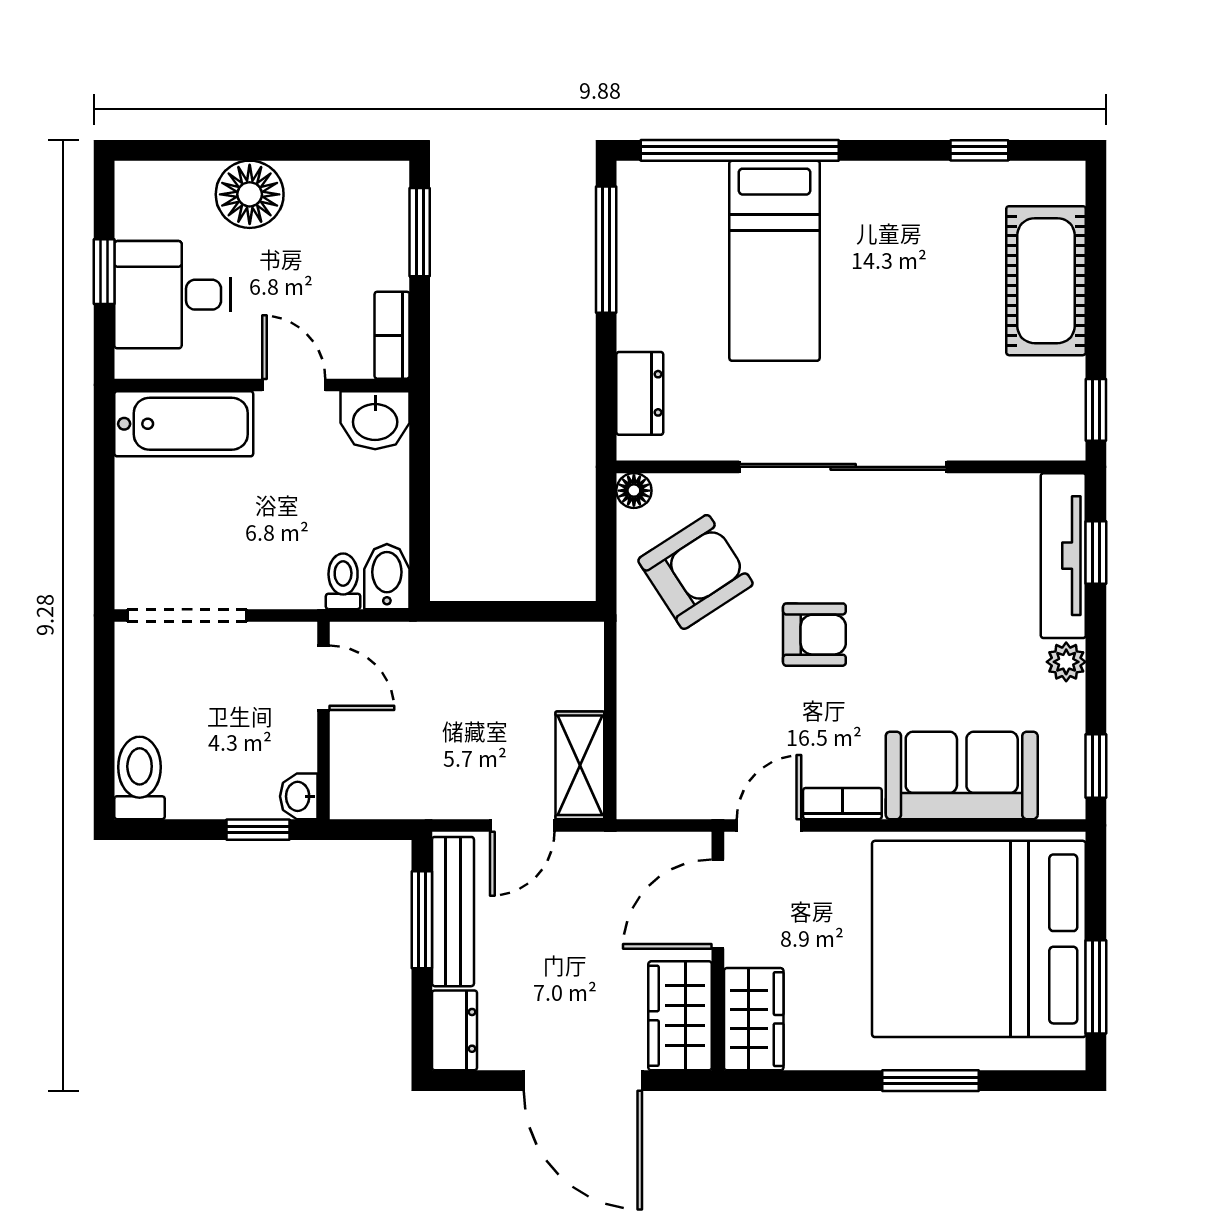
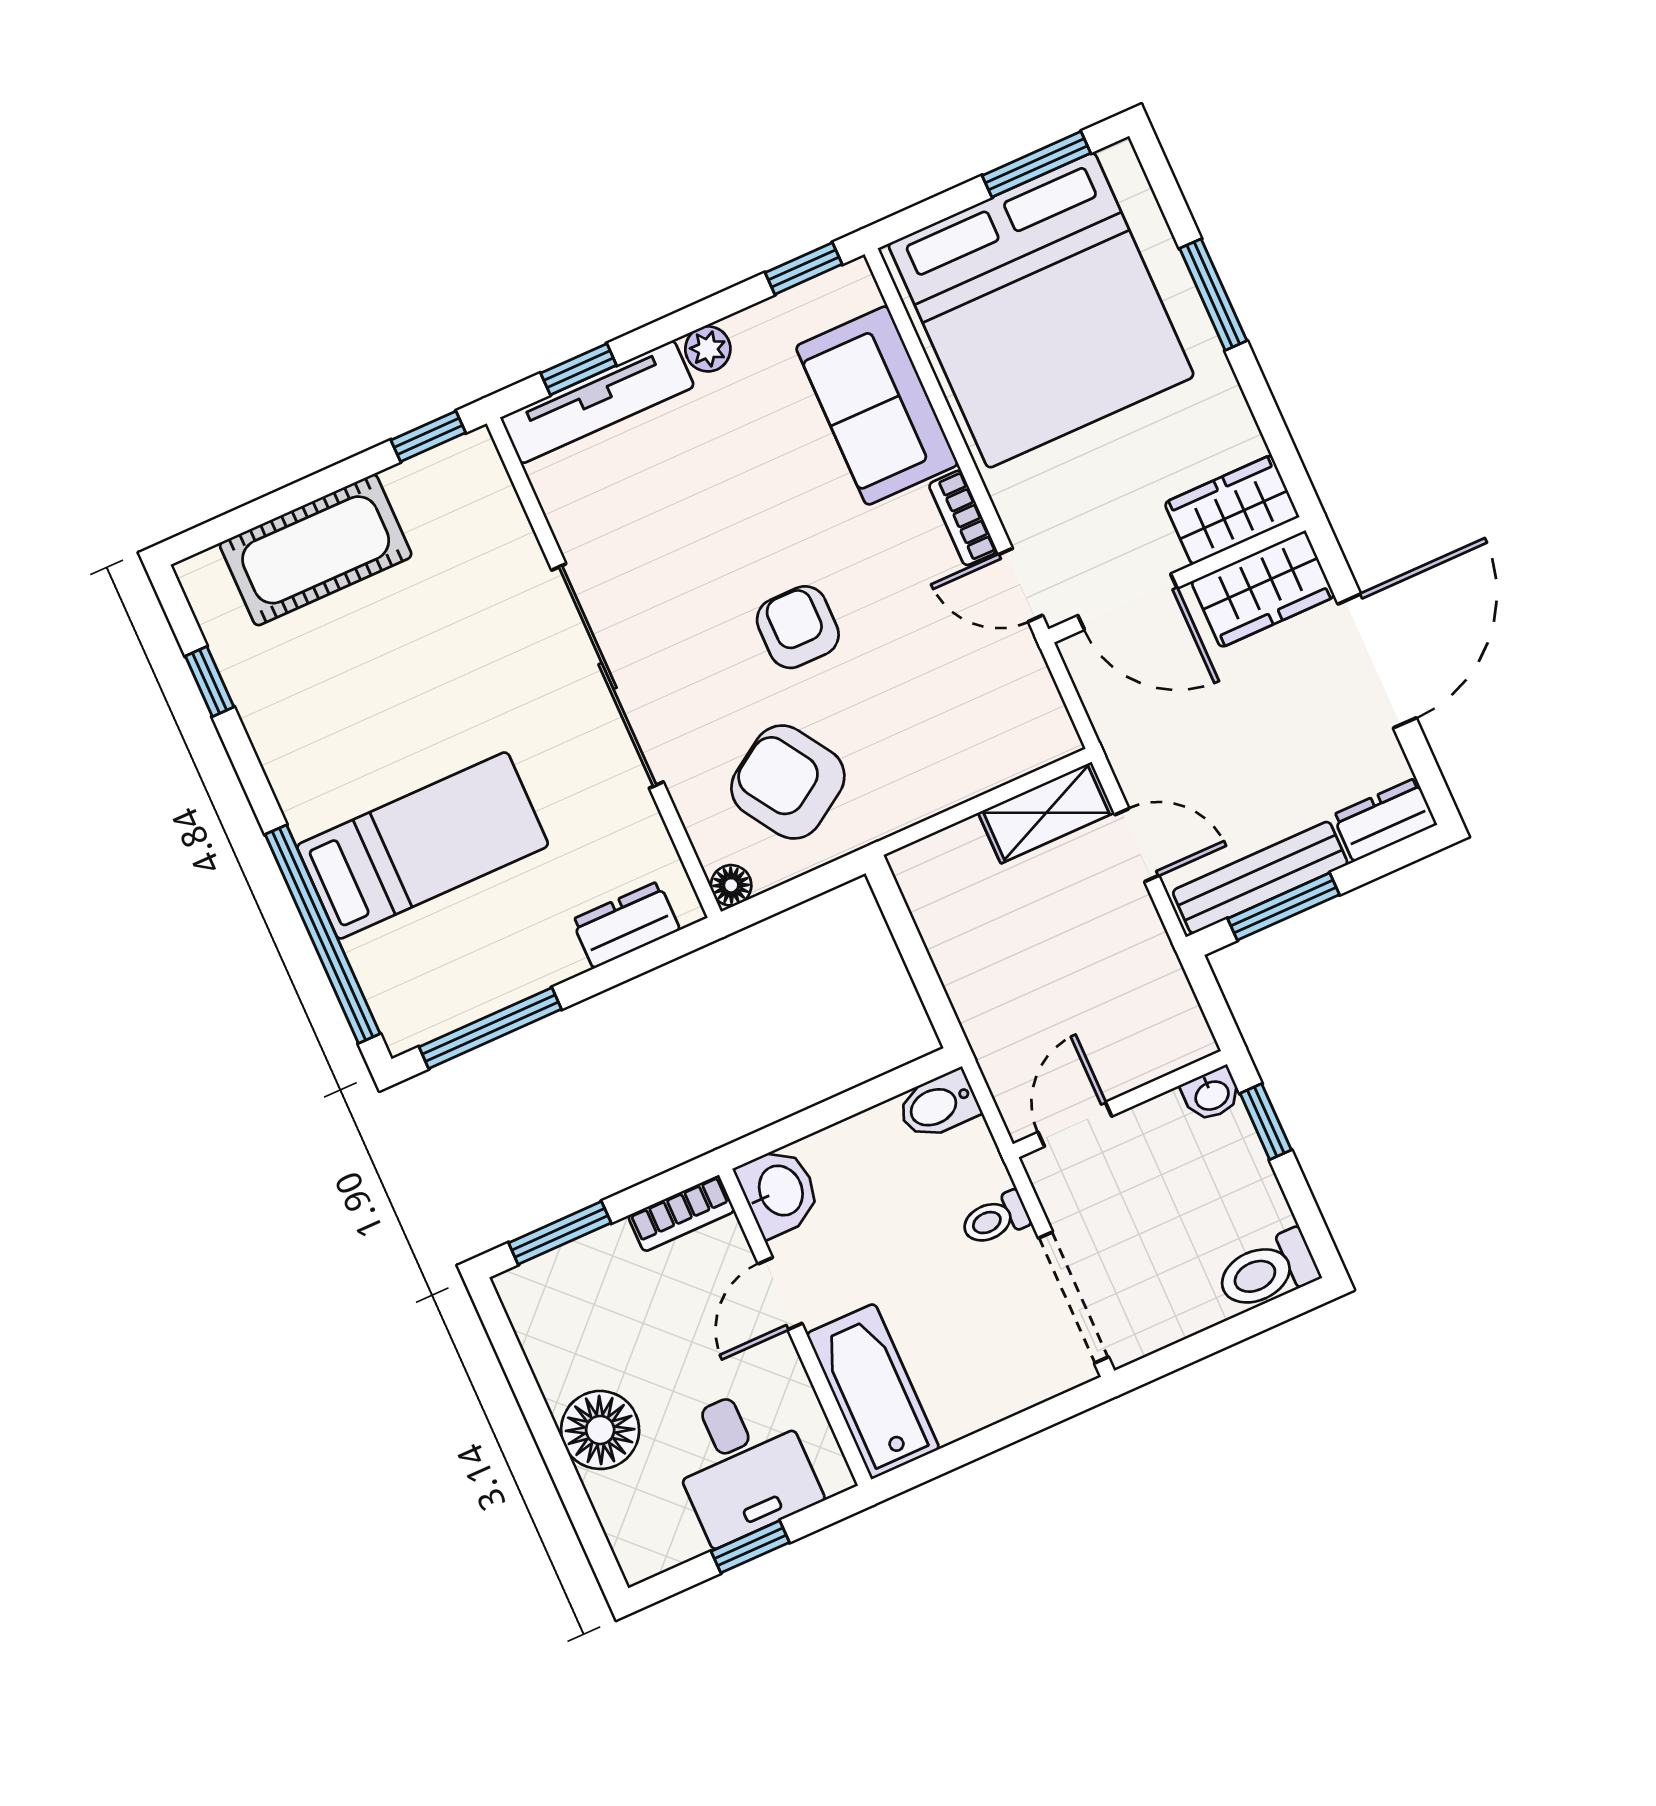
toilet: (343, 581) -> (995, 1219), moved

